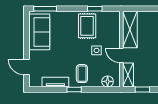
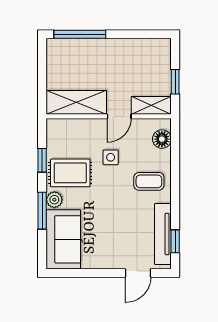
window: (45, 9) -> (42, 211), moved
plant: (71, 16) -> (54, 200), added
sofa: (39, 32) -> (63, 239), moved, turned 90
tv unit: (55, 82) -> (163, 234), width x1.41
window: (74, 90) -> (175, 241), moved

